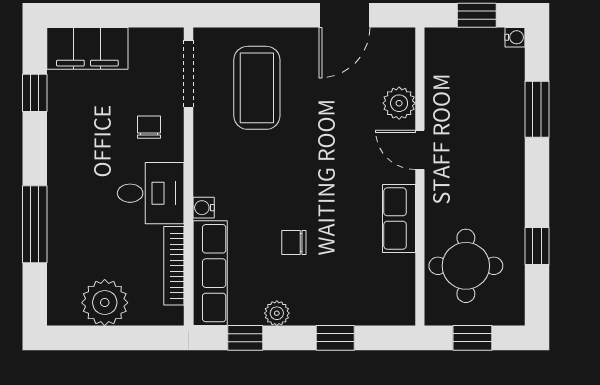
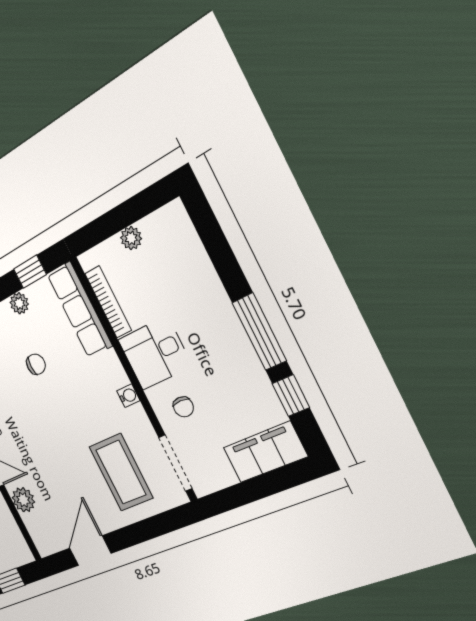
water cooler: (204, 208) -> (128, 396), moved
window: (35, 224) -> (259, 332), moved
plant: (105, 303) -> (131, 238), width x0.53, depth x0.53

